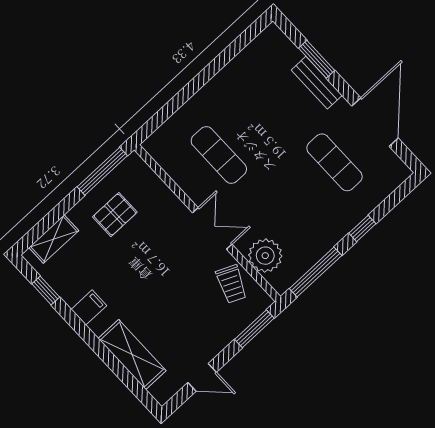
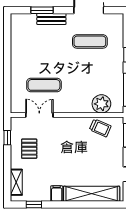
window: (102, 171) -> (7, 138), width x0.46
double door: (212, 228) -> (39, 115), moved
shelving: (132, 355) -> (92, 194), width x1.47

